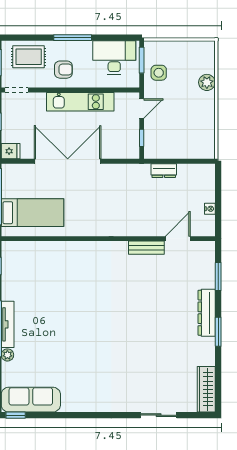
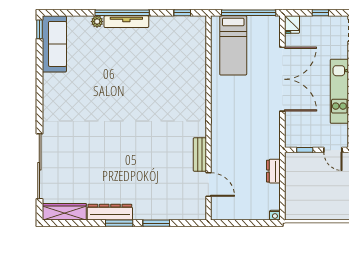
nightstand: (210, 209) -> (275, 215), moved
window: (218, 276) -> (156, 223), moved
dresser: (207, 313) -> (110, 212), moved
sliding door: (159, 415) -> (39, 166), width x1.86

